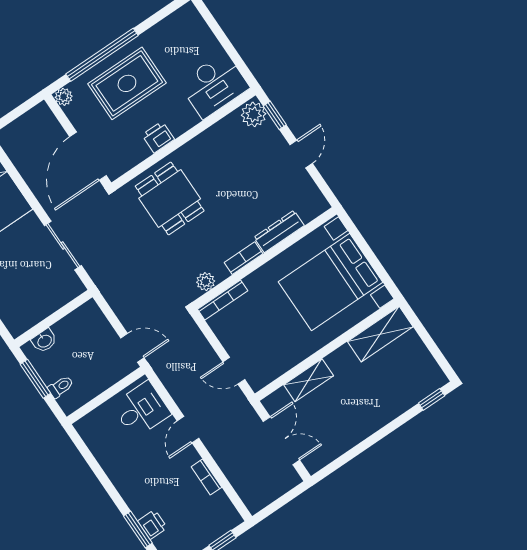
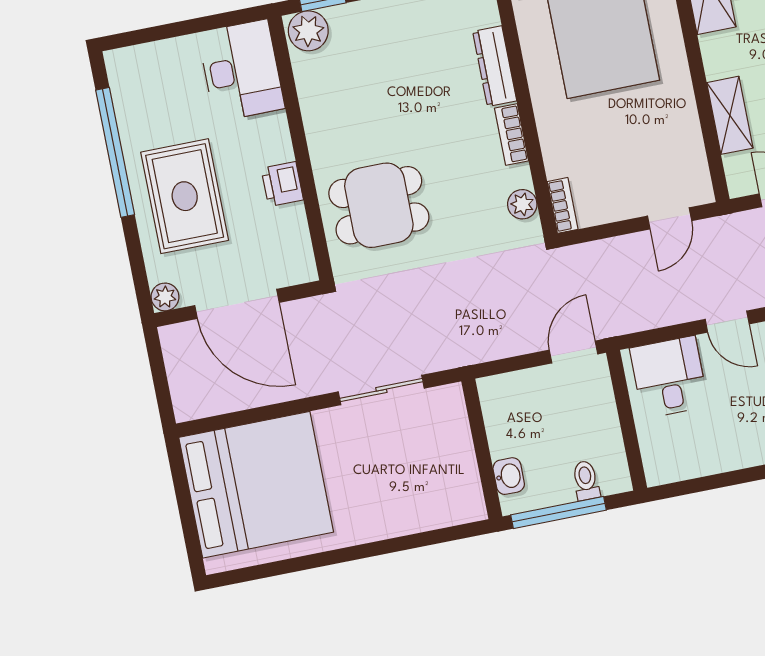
window: (102, 55) -> (115, 152), moved
door: (88, 156) -> (237, 304), moved
bookcase: (223, 300) -> (563, 205), width x0.64
window: (35, 379) -> (558, 513), width x1.44

